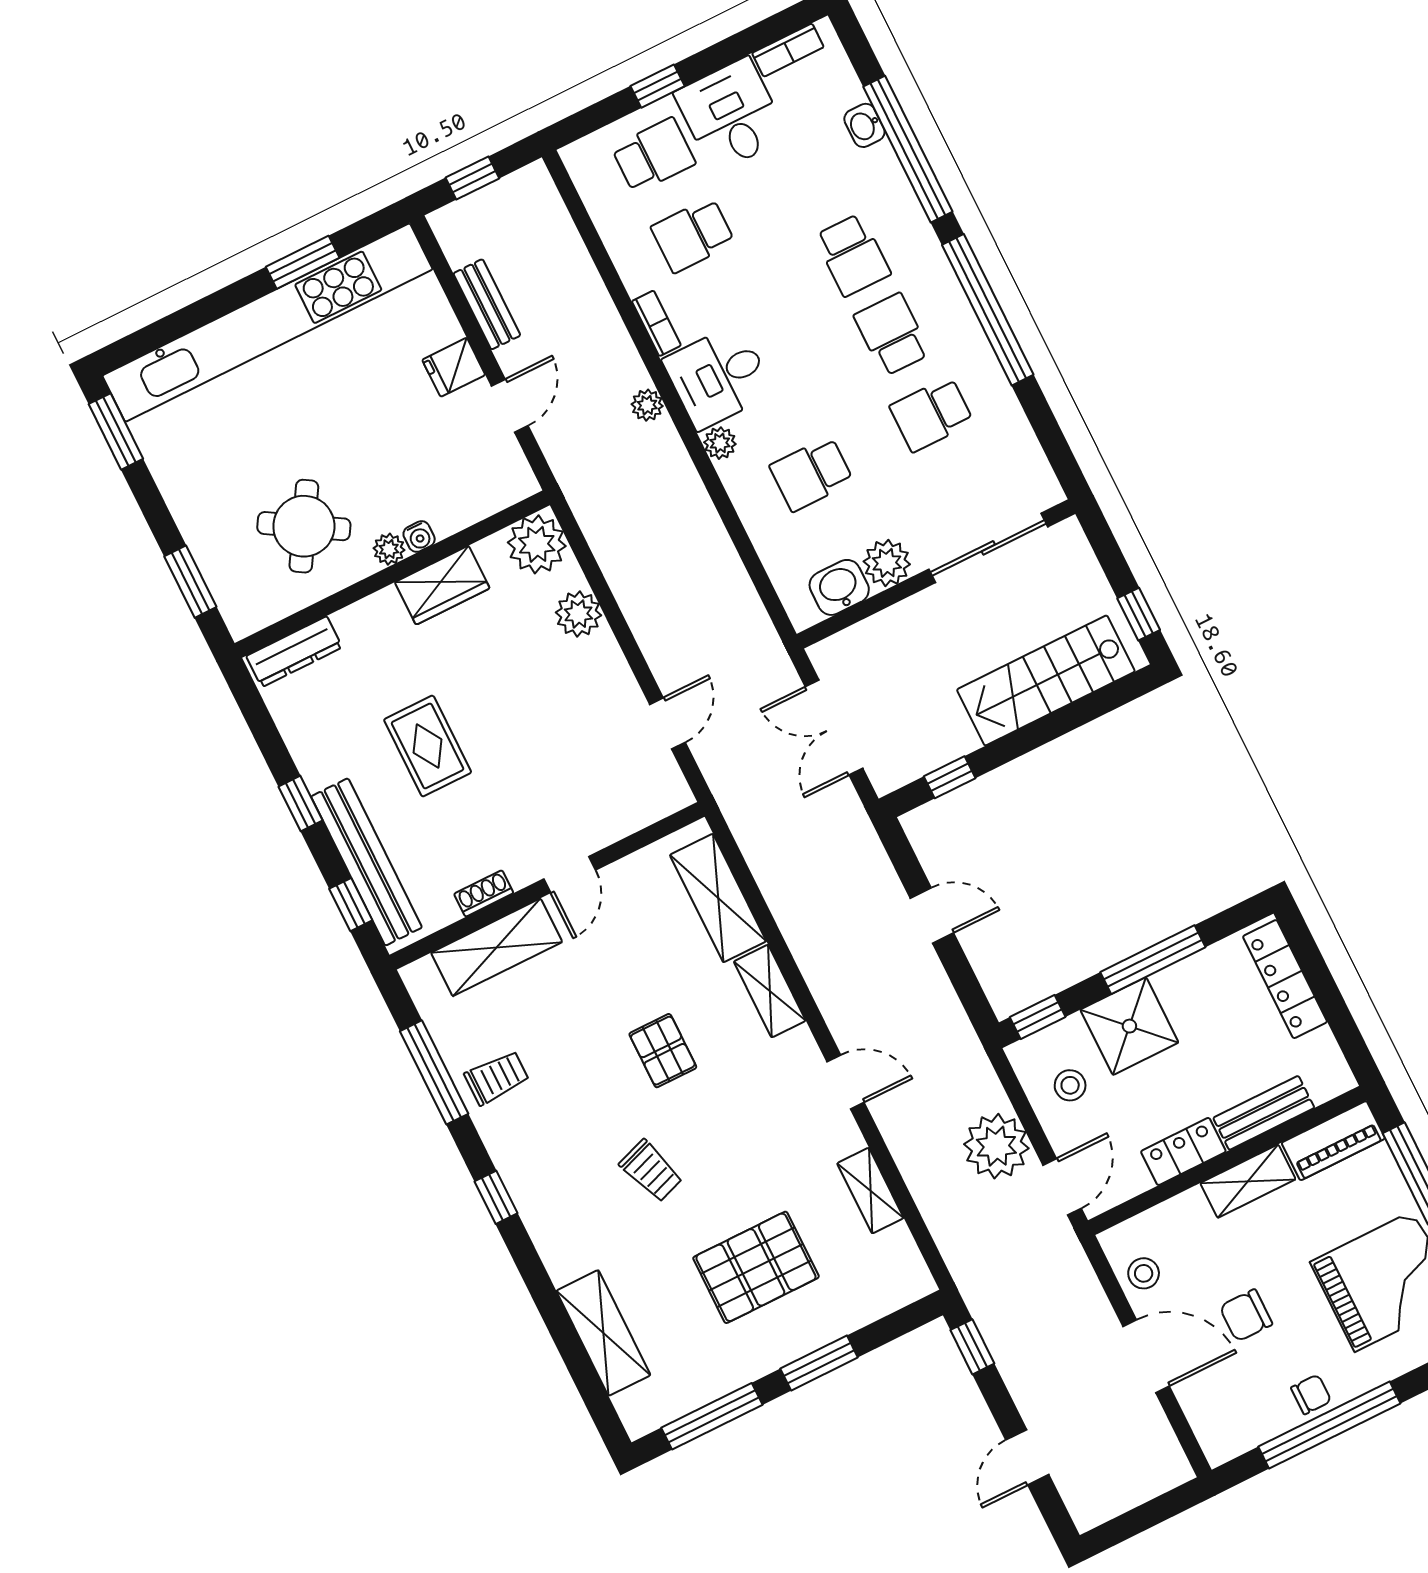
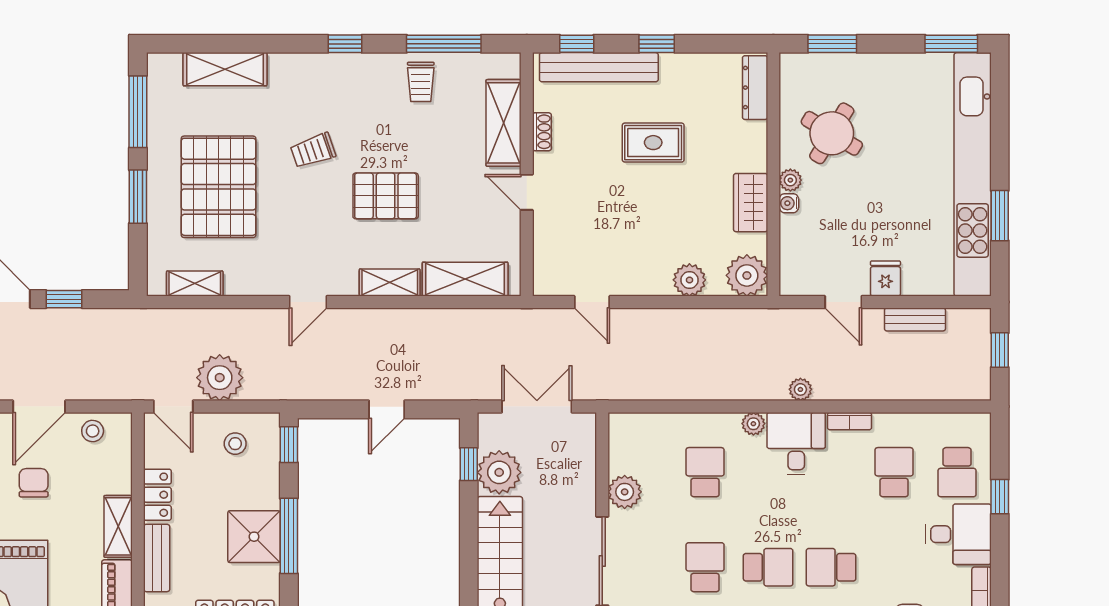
washbasin: (839, 587) -> (624, 454), removed
plant: (941, 734) -> (499, 472), added
shower: (1129, 1026) -> (254, 537), moved
pallet: (663, 1051) -> (386, 196), width x1.50, depth x1.42
shelving: (870, 1191) -> (195, 284), moved
pallet: (756, 1267) -> (219, 187), width x1.37, depth x1.41
window: (972, 1347) -> (64, 299), moved

